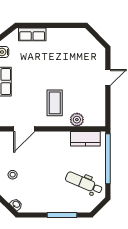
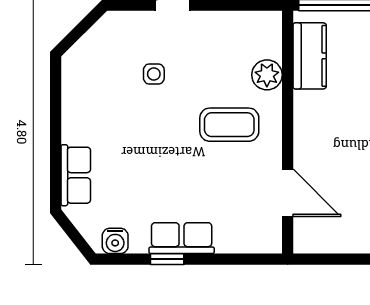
side table: (77, 69) -> (154, 74), added

